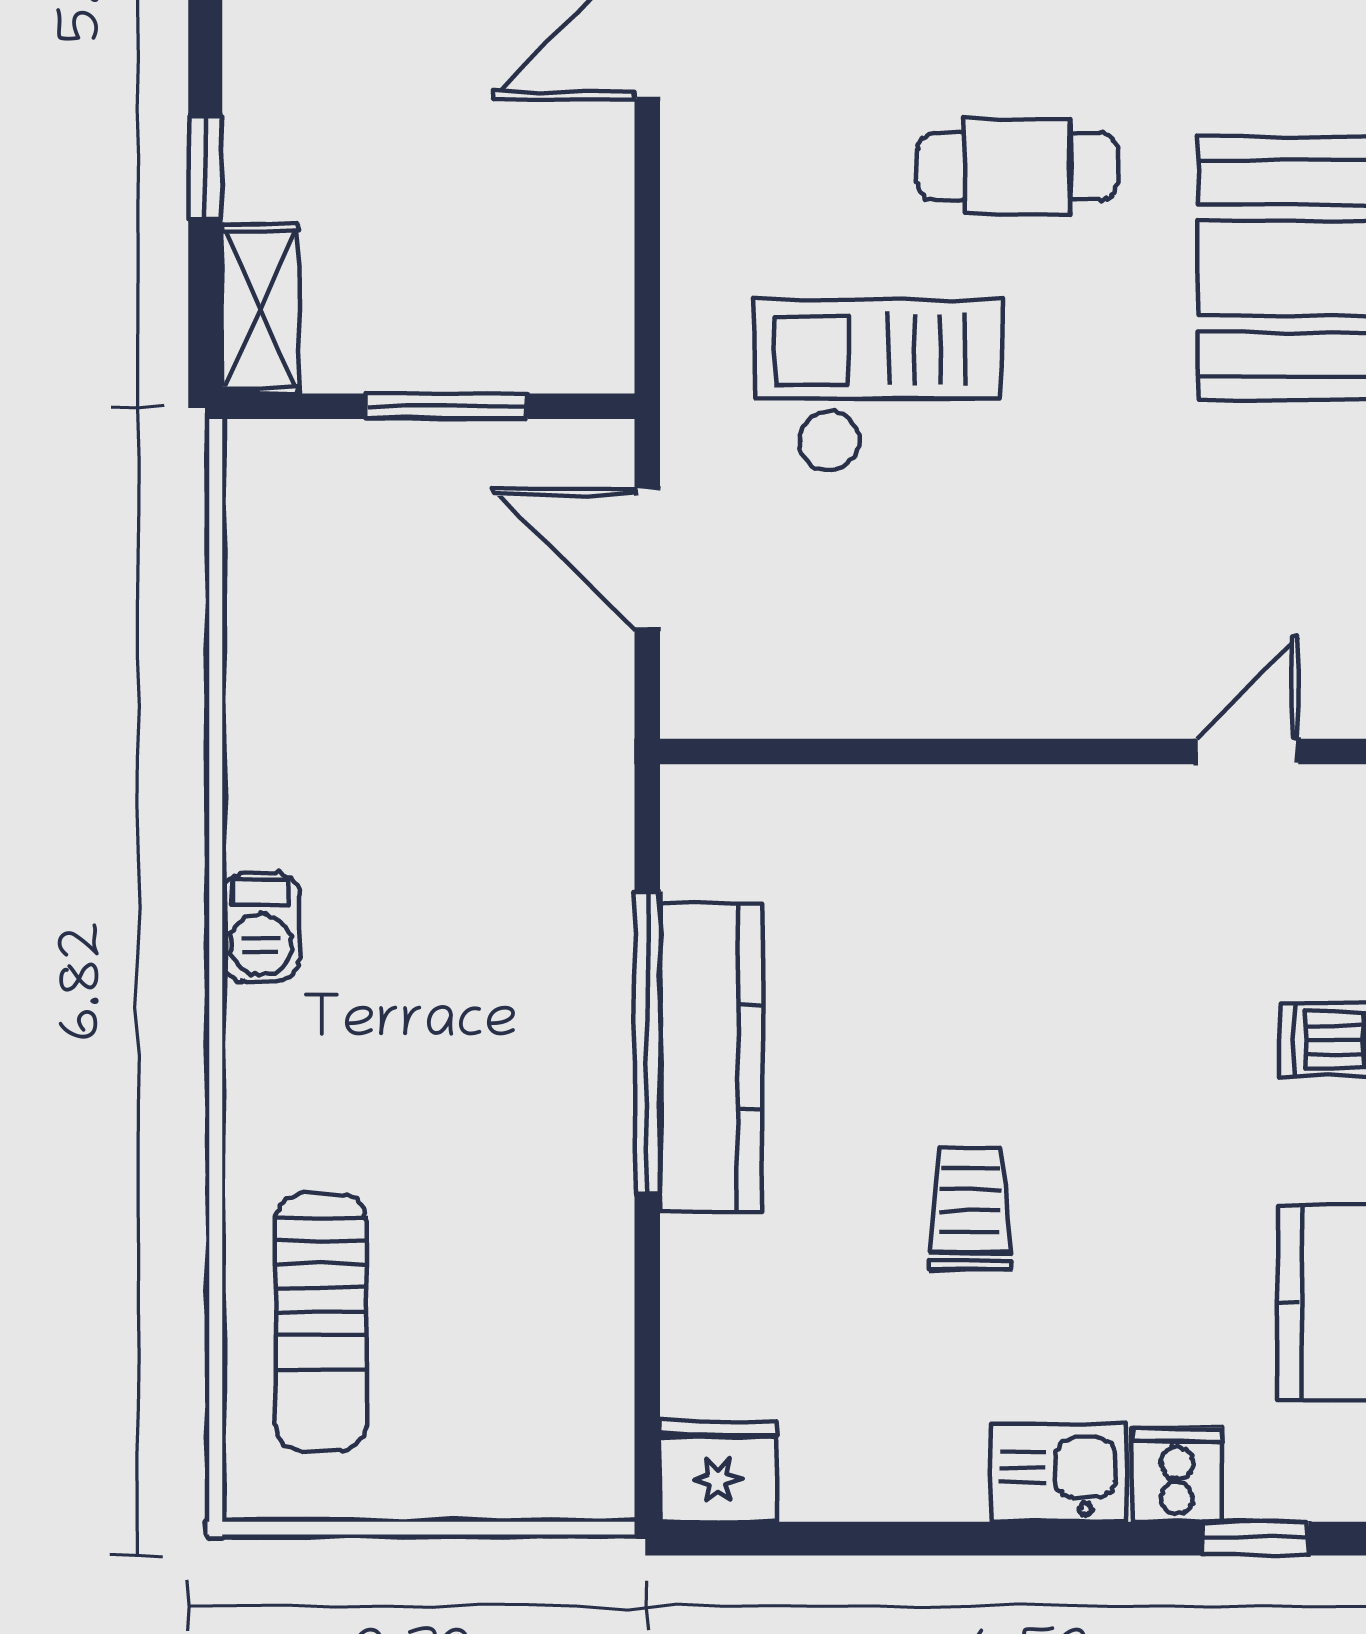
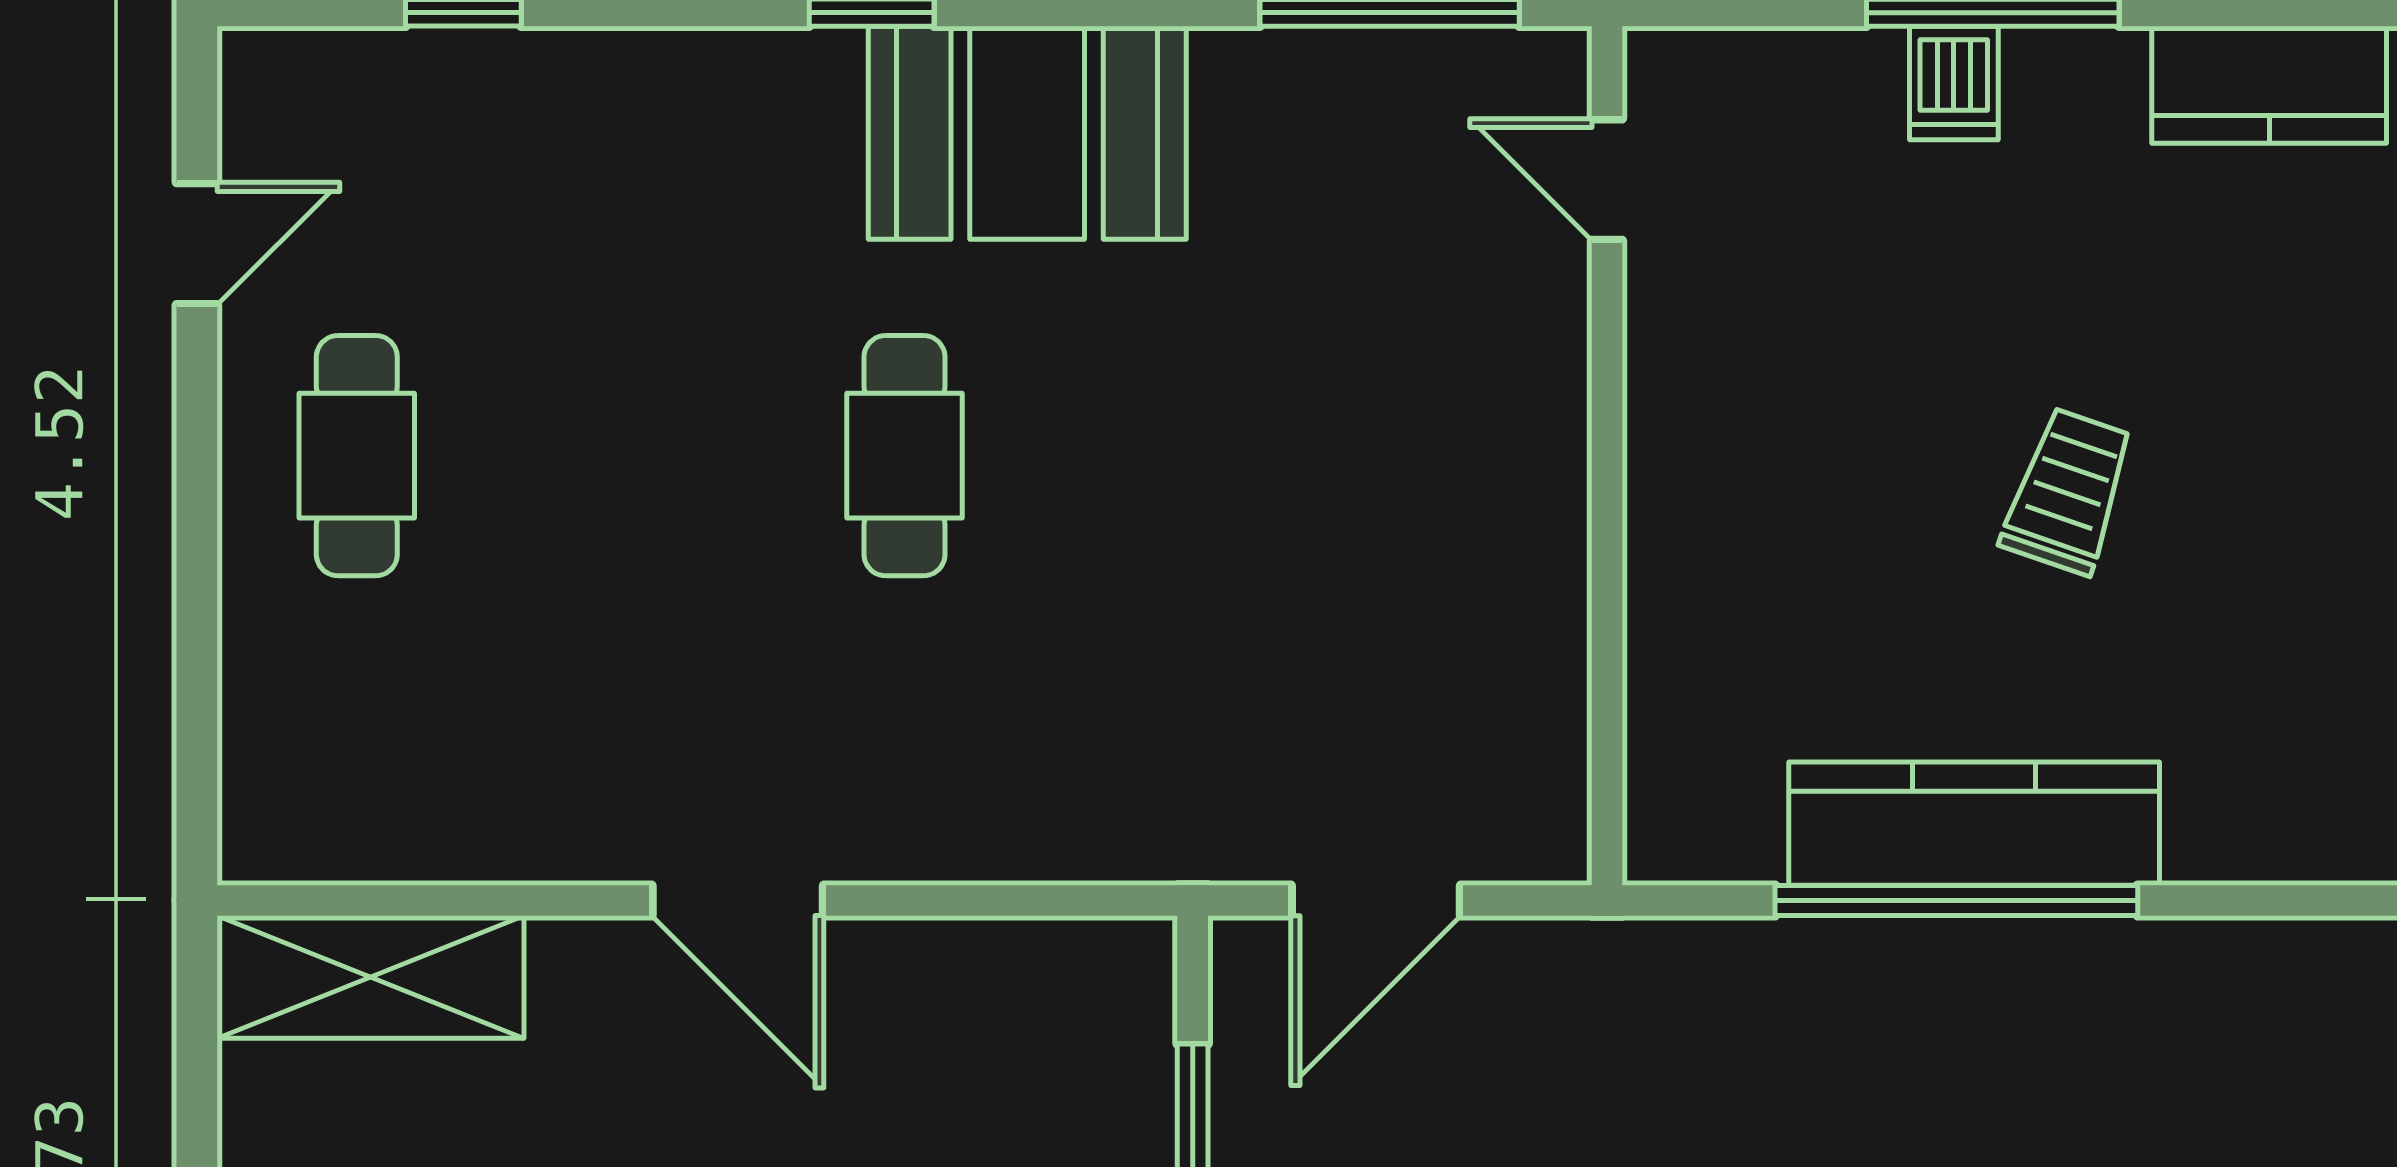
checkout: (878, 386) -> (1168, 623), removed
trolley: (970, 1209) -> (2068, 491), moved, turned 109

